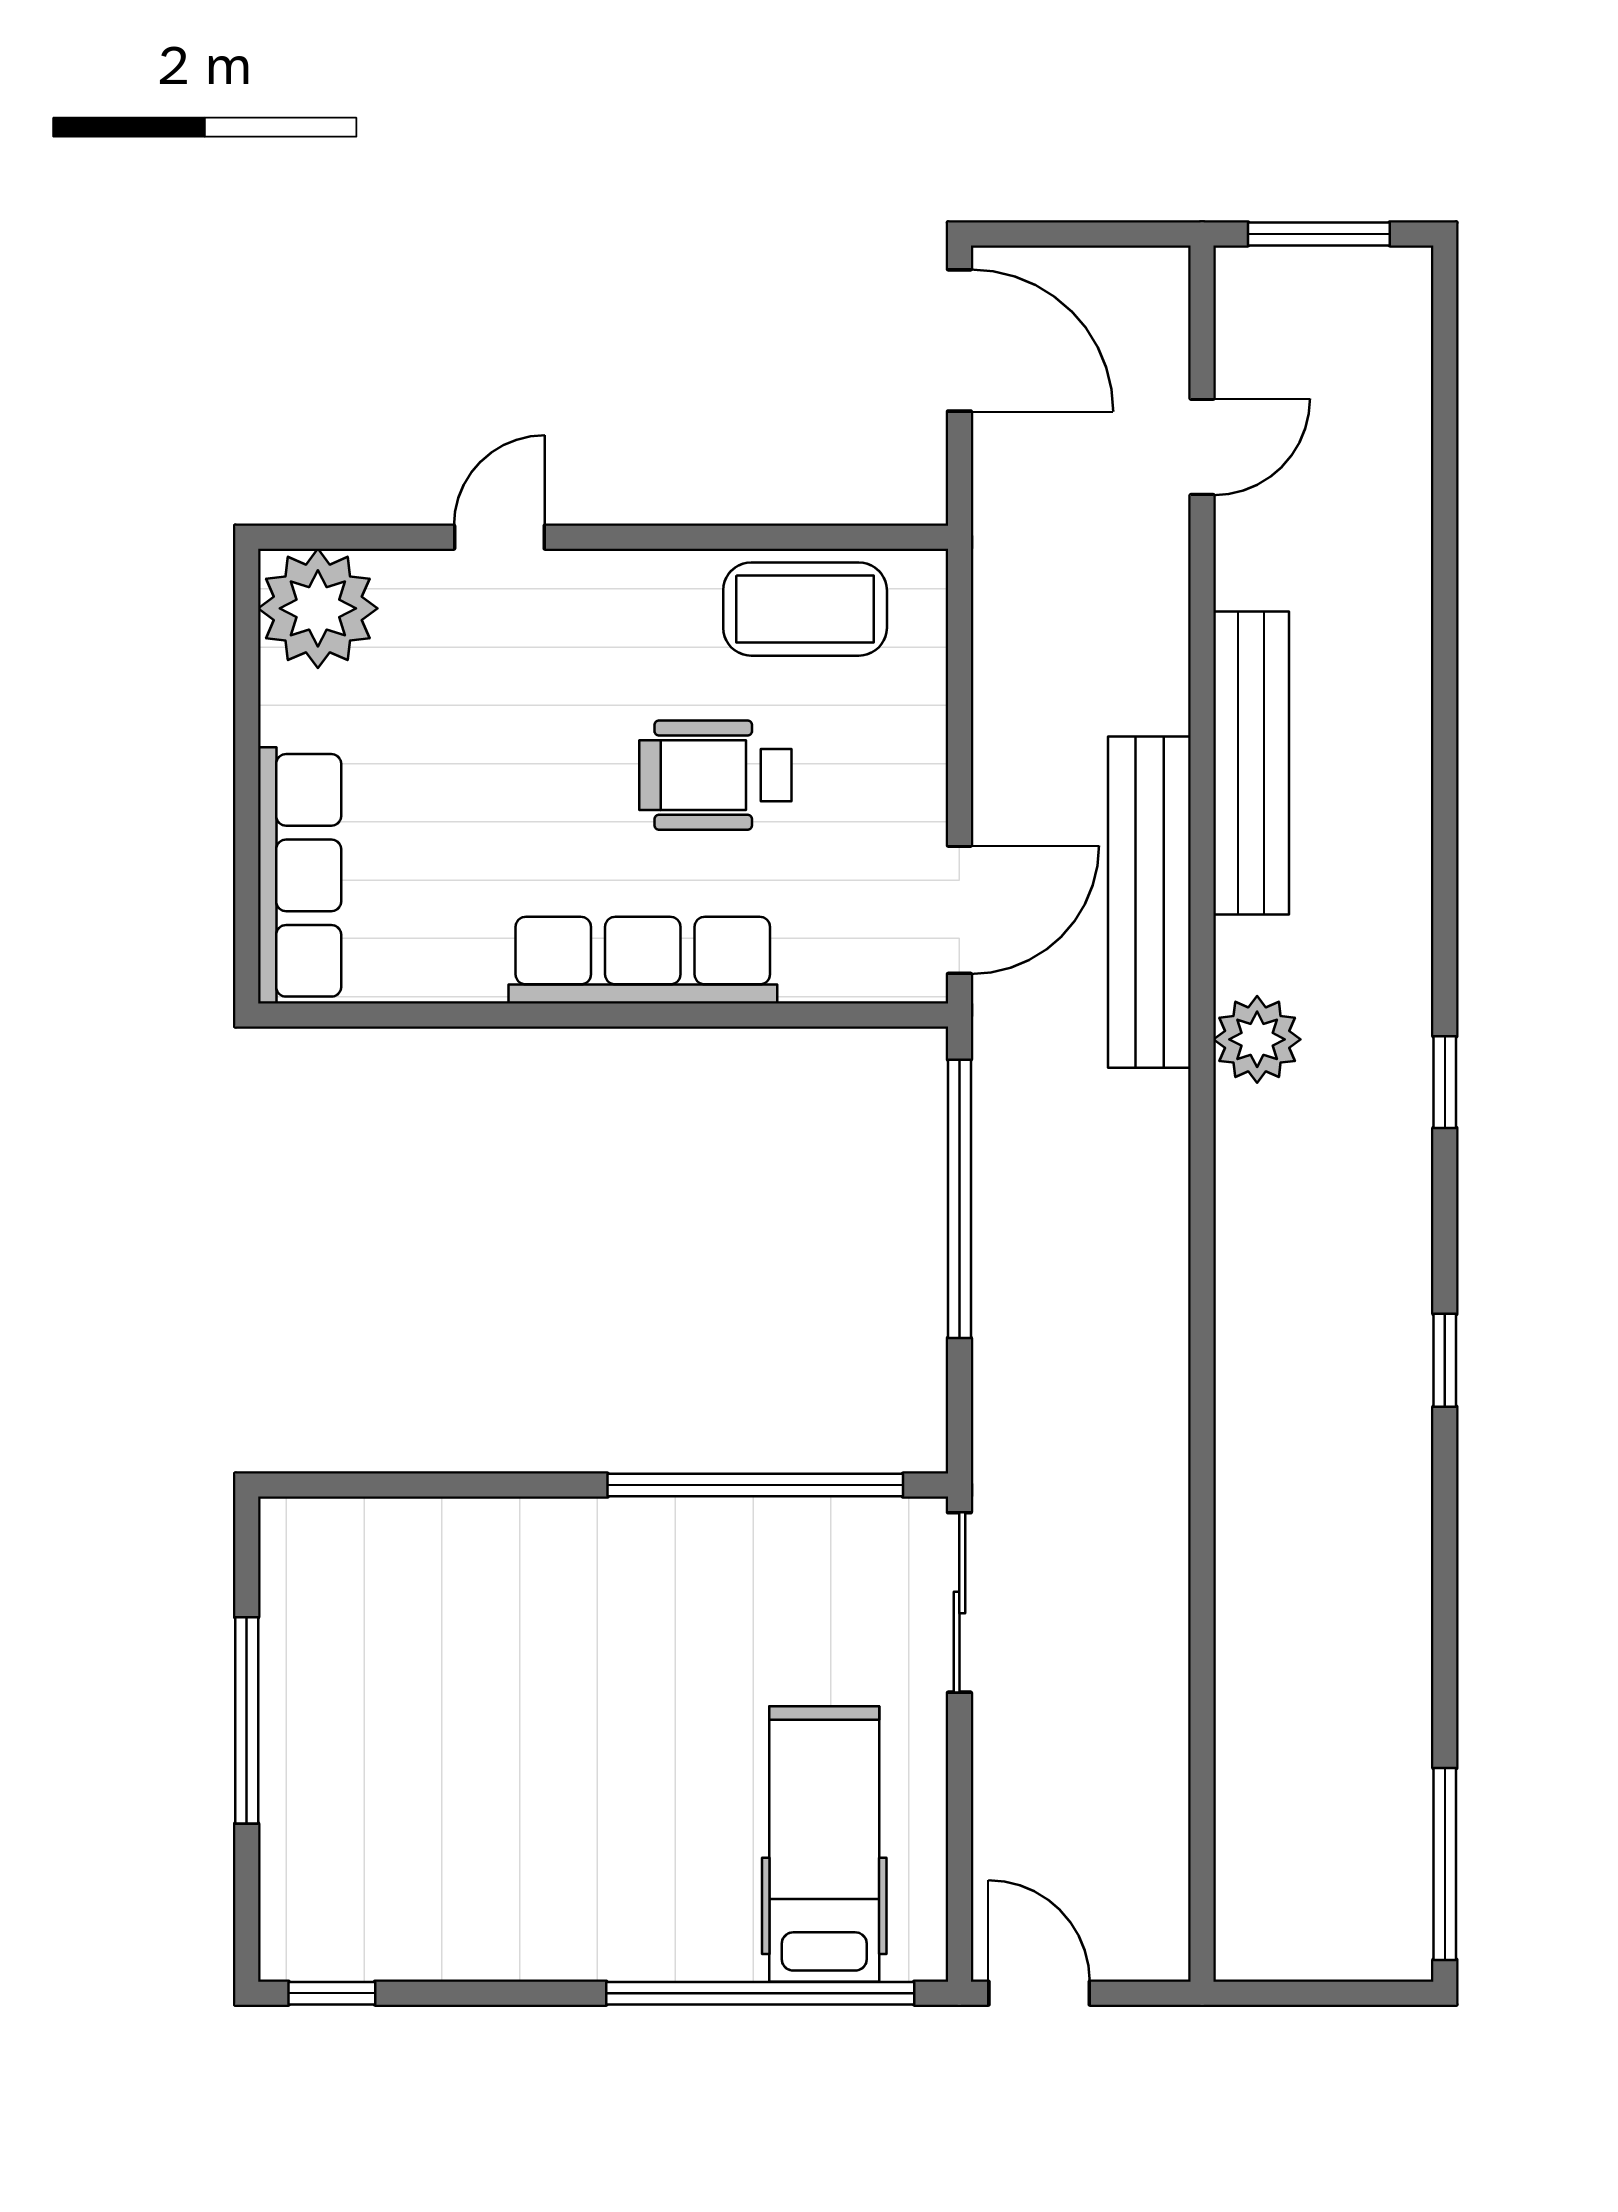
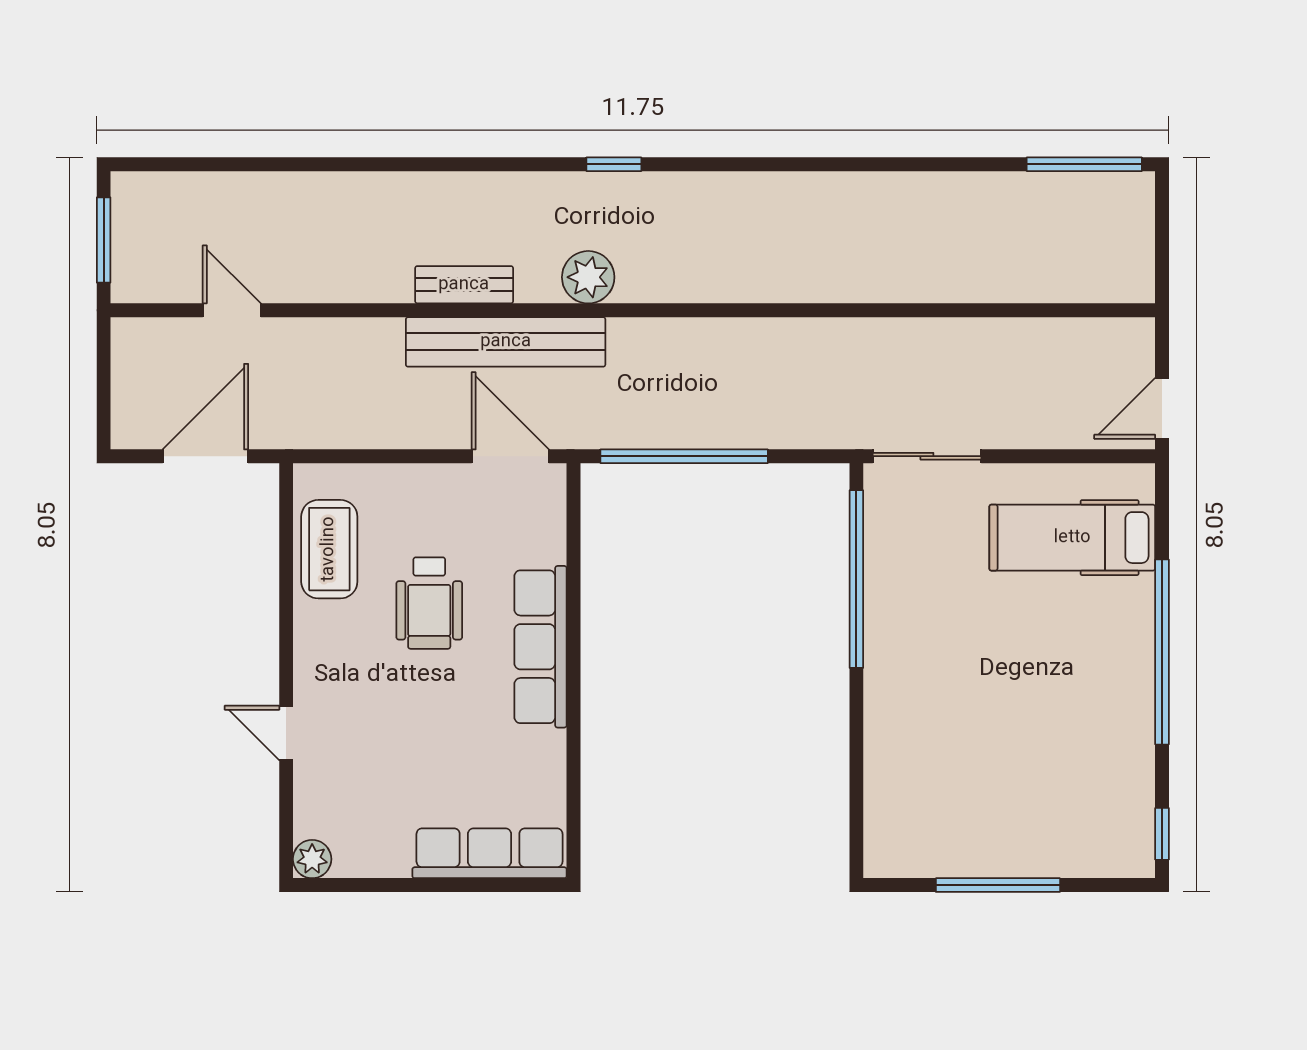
door: (959, 340) -> (205, 456), moved
plant: (318, 608) -> (312, 859), width x0.53, depth x0.53
bench: (1251, 763) -> (464, 285), width x0.54, depth x0.82
window: (1445, 1360) -> (781, 164), removed
window: (760, 1993) -> (1162, 652), moved

